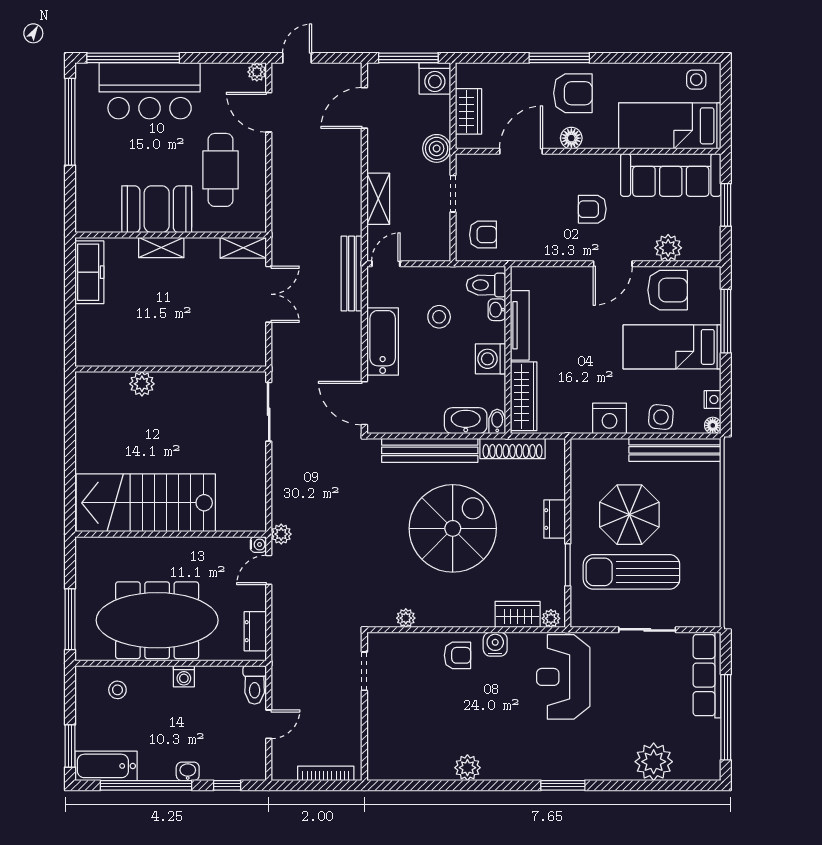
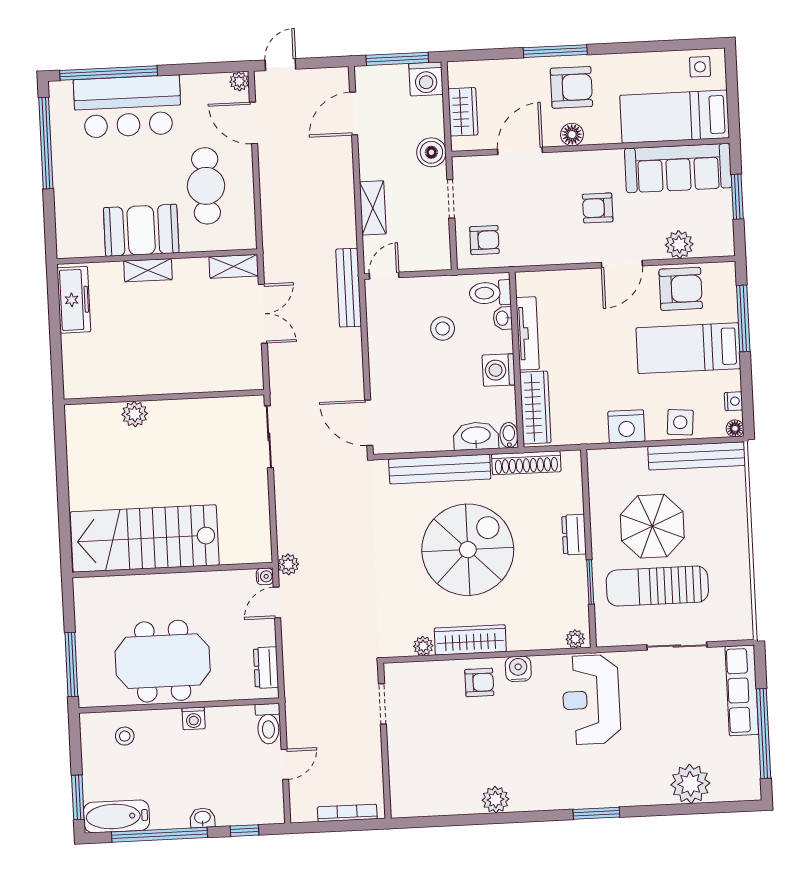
bathtub: (383, 342) -> (385, 357), removed
wardrobe: (518, 614) -> (470, 640), moved, width x1.50
meeting table: (157, 620) -> (163, 661), width x0.73

